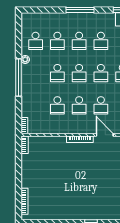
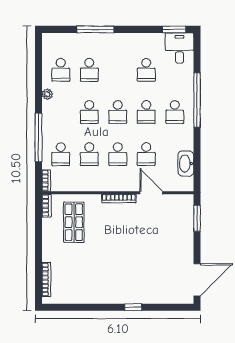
window: (80, 10) -> (95, 29), moved
school desk: (79, 41) -> (61, 154), moved
window: (19, 78) -> (38, 137), moved
shop shelf: (46, 157) -> (74, 222), added

